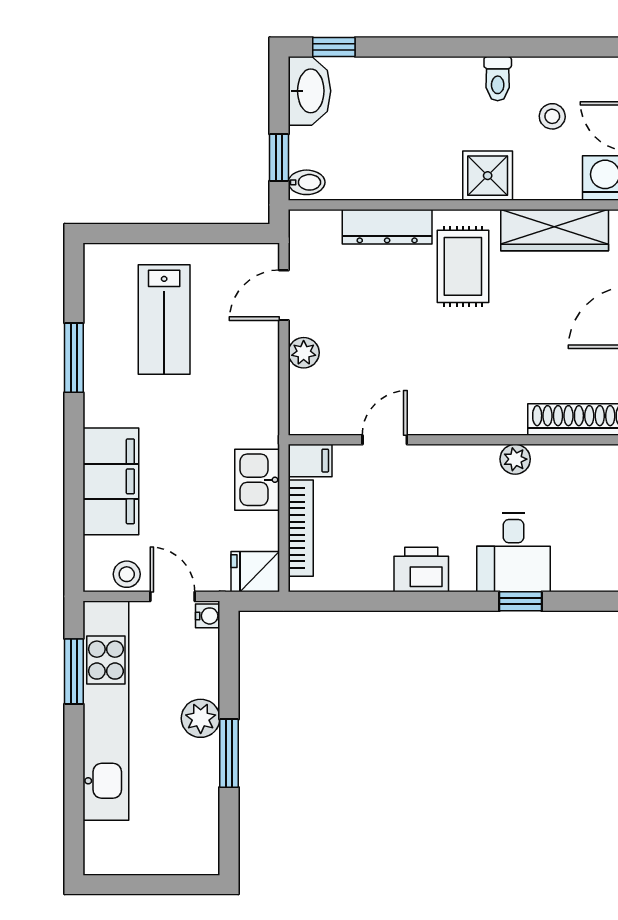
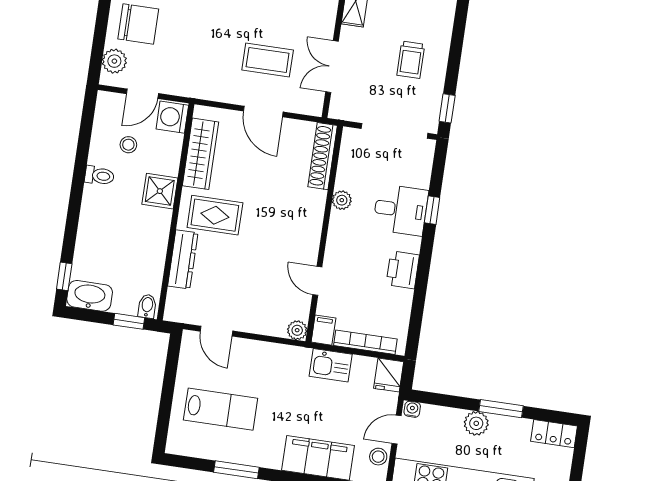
plant: (304, 353) -> (297, 330), moved
locker: (202, 841) -> (554, 434), added

